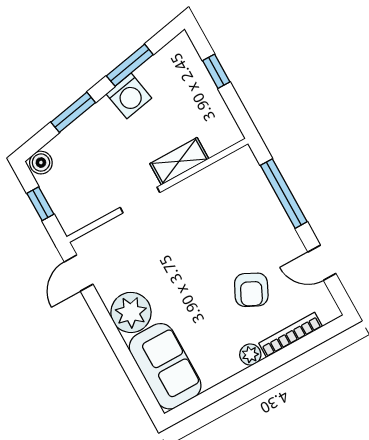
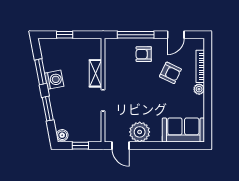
armchair: (258, 226) -> (144, 54), added
plant: (131, 312) -> (140, 132), moved

